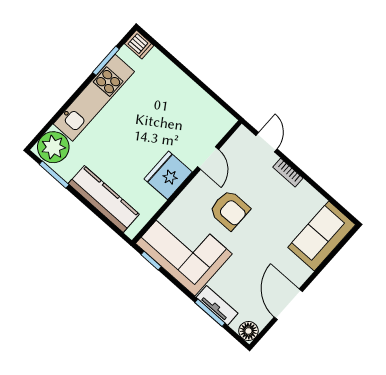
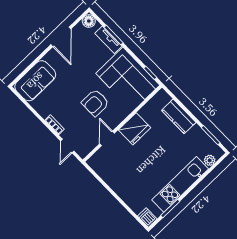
plant: (53, 147) -> (210, 160), width x0.53, depth x0.53
kitchen counter: (104, 199) -> (179, 116), width x0.67
armchair: (230, 210) -> (95, 103), turned -90

